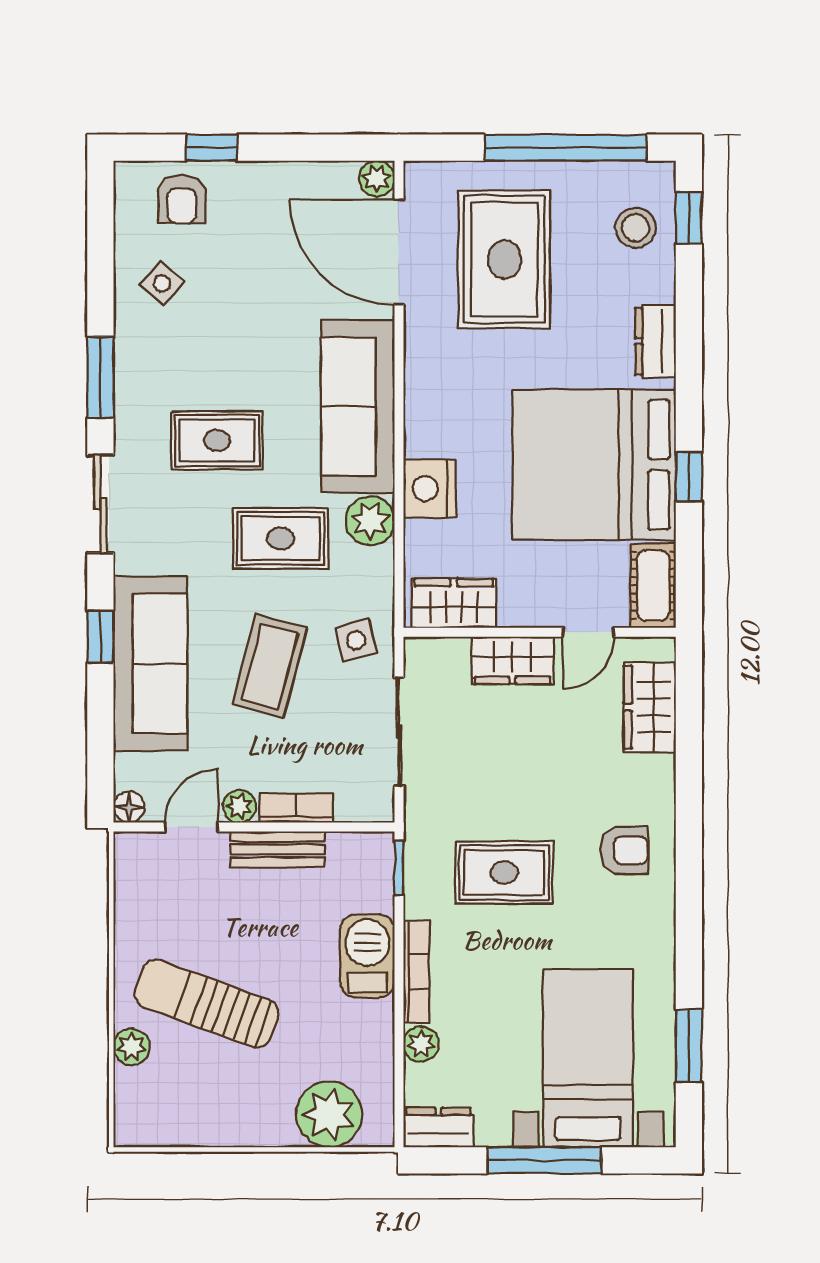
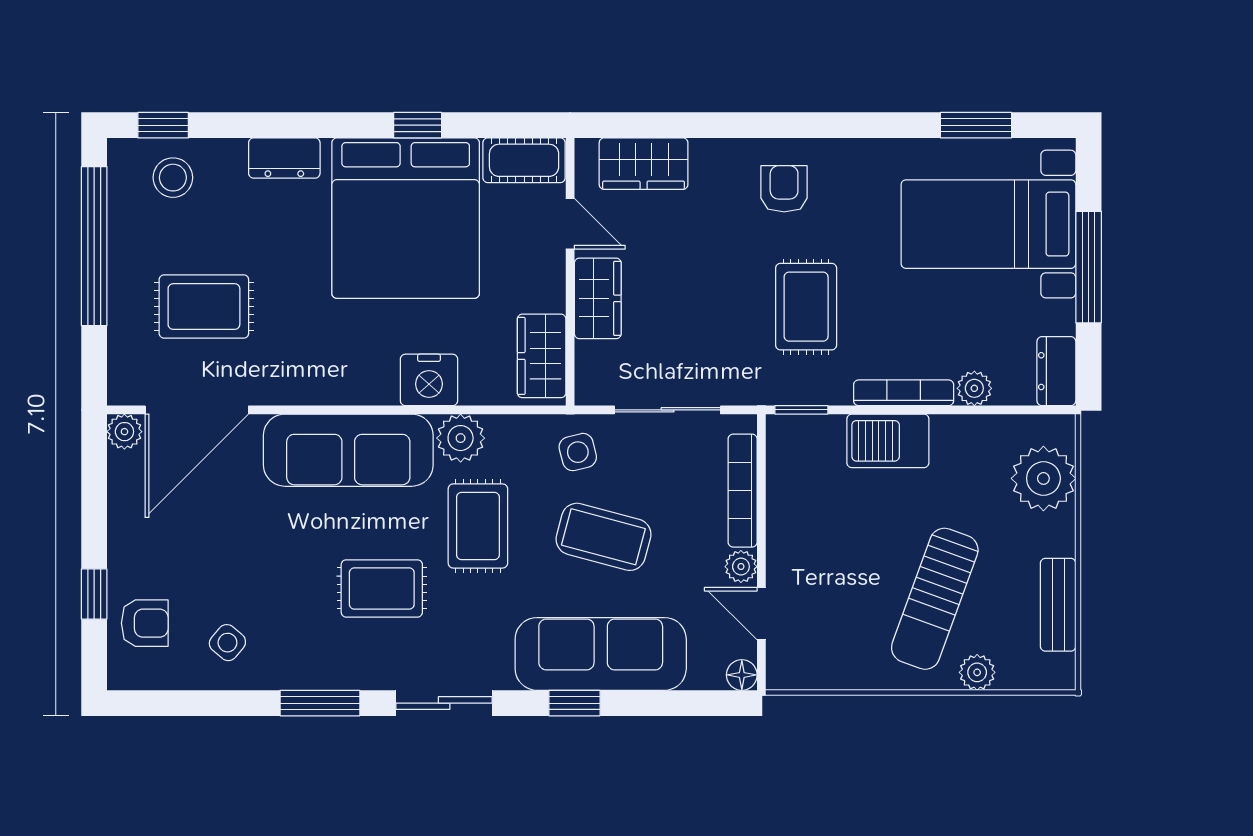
rug: (504, 259) -> (204, 307), width x0.73, depth x0.70
rug: (217, 440) -> (382, 588), turned 90
bookcase: (296, 808) -> (743, 491), width x1.56
bench: (277, 849) -> (1058, 605), moved

